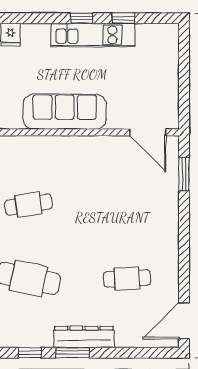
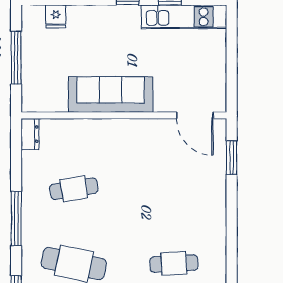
kitchen unit: (93, 35) -> (184, 17), moved

